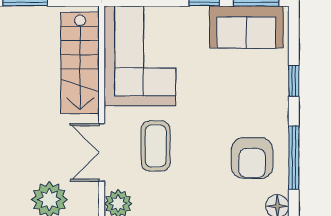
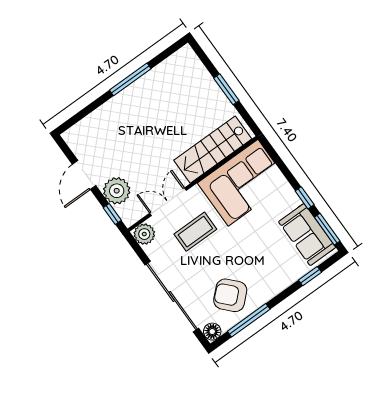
window: (294, 81) -> (310, 276), moved
armchair: (252, 158) -> (230, 295), turned 47

